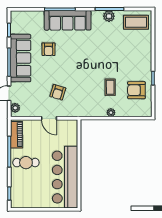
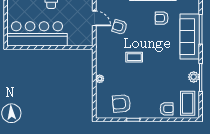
armchair: (142, 44) -> (167, 109), added
coffee table: (110, 87) -> (134, 57), moved
armchair: (136, 90) -> (122, 104), turned -95
door: (49, 118) -> (94, 18), swing flipped

